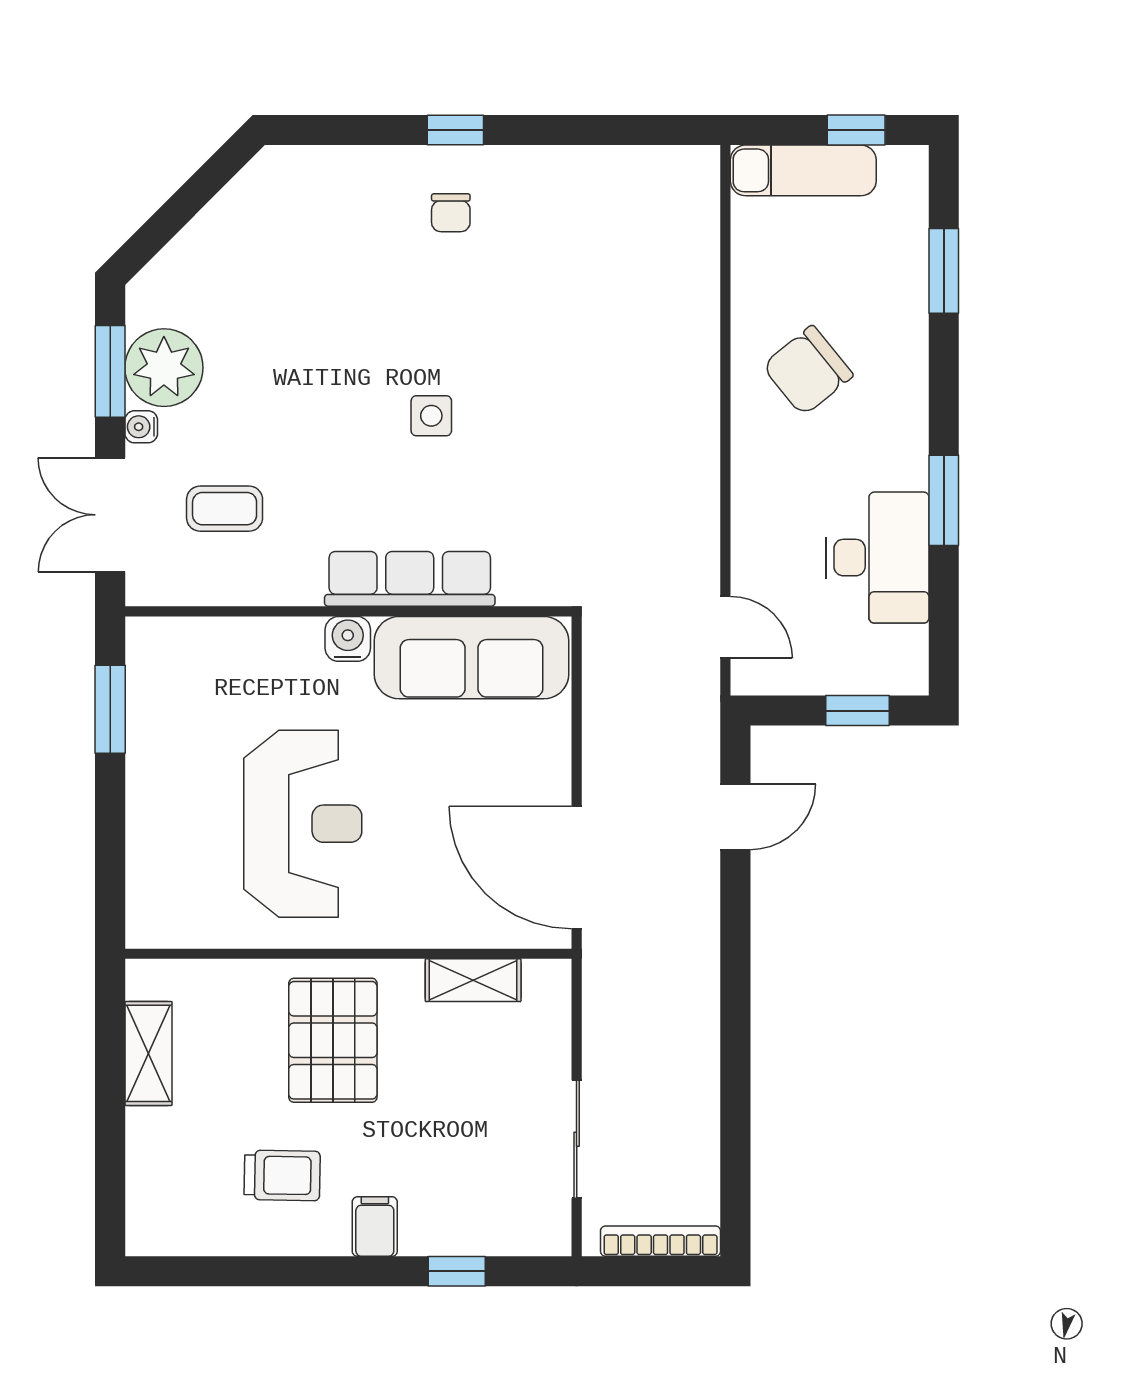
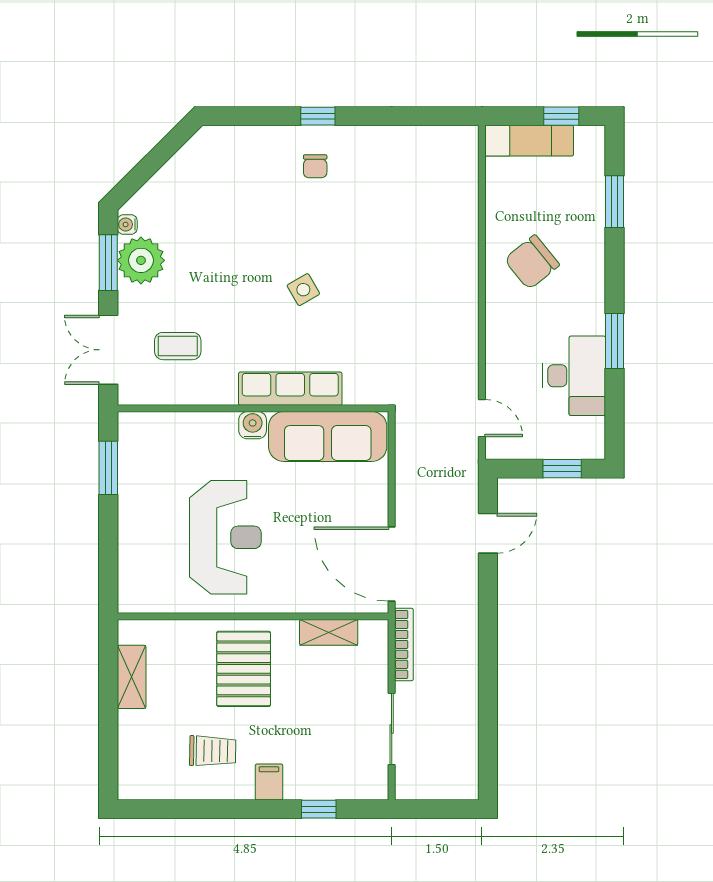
side table: (431, 416) -> (303, 290), turned -30
water cooler: (141, 427) -> (127, 224), moved
bookcase: (661, 1241) -> (404, 644), moved, turned 90

